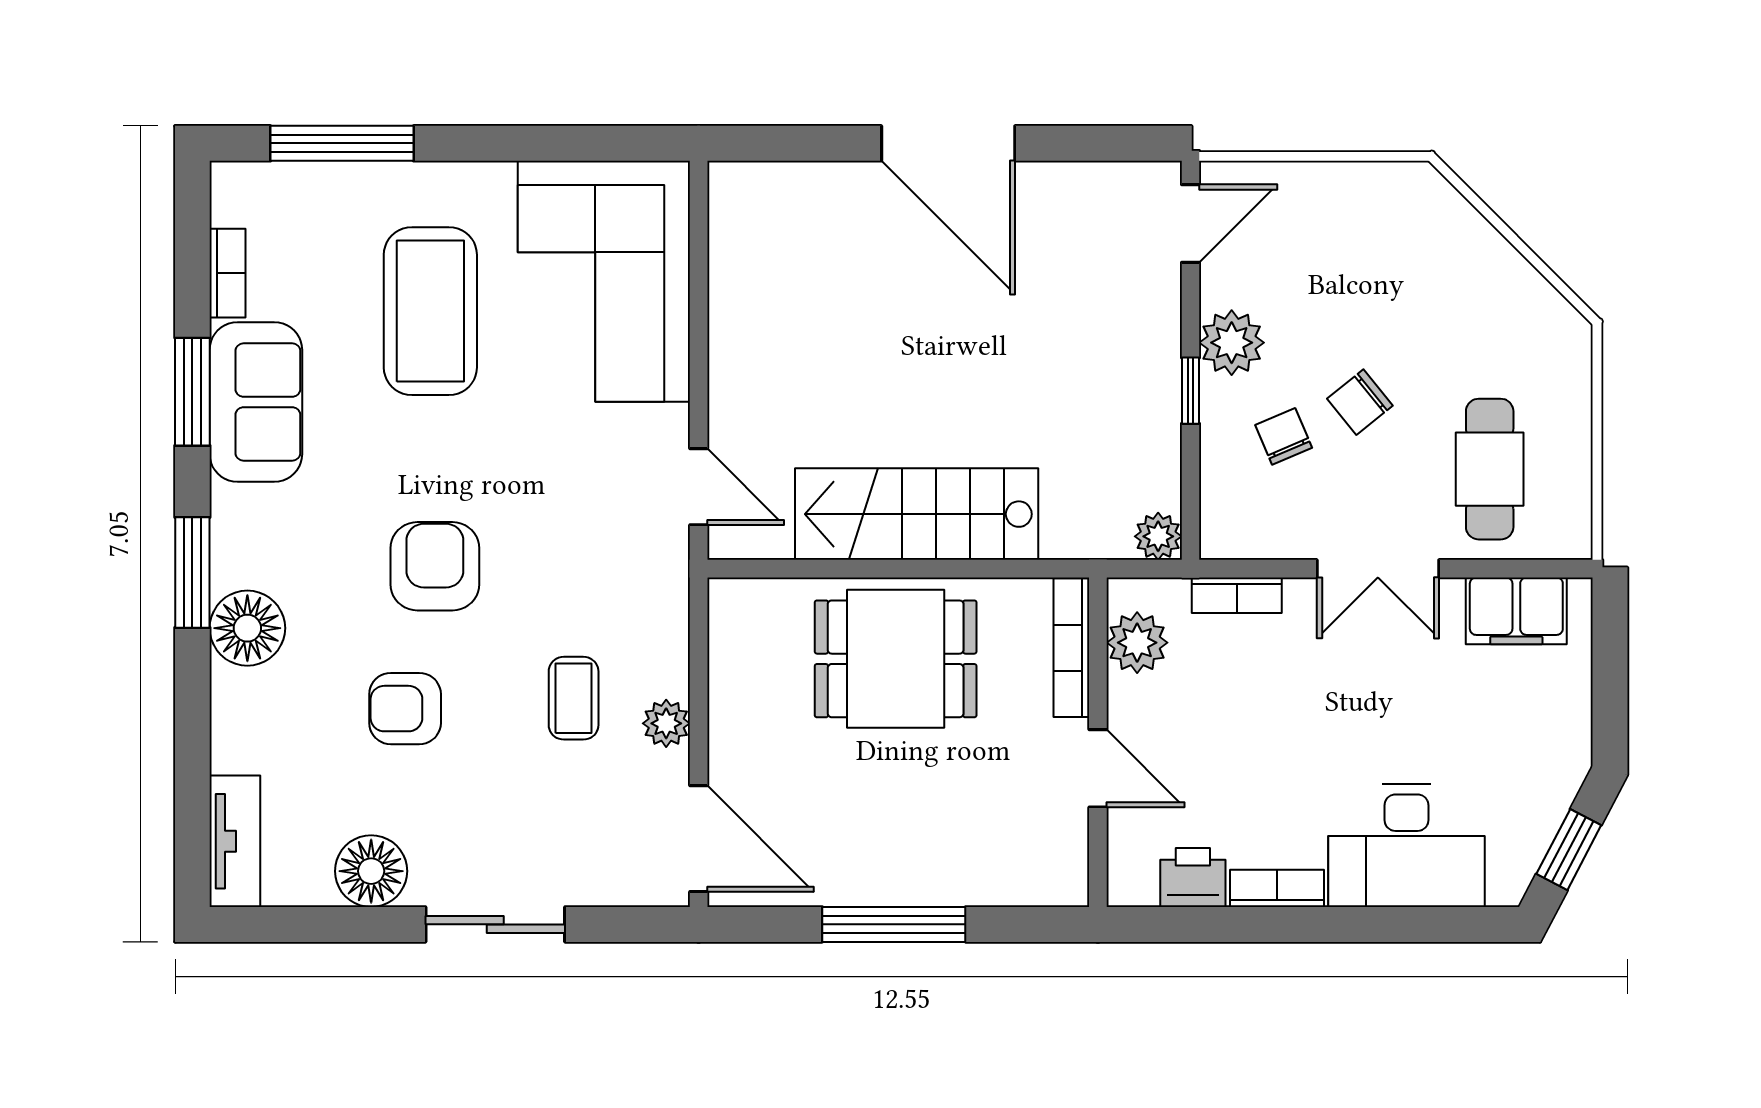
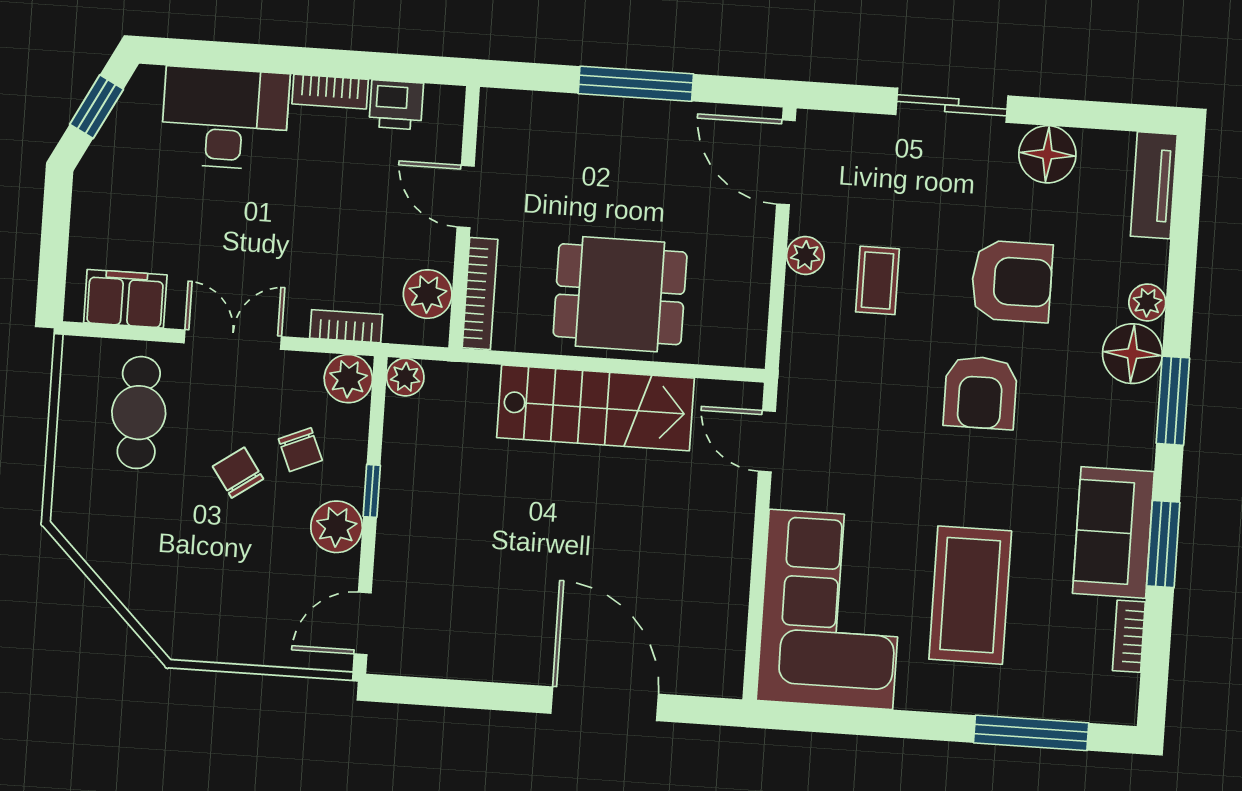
door: (948, 143) -> (605, 704), moved
chair: (1360, 402) -> (238, 473), turned -86
plant: (1230, 530) -> (348, 379), added
plant: (233, 694) -> (1147, 302), added
armchair: (405, 709) -> (1012, 281), width x1.38, depth x1.38

